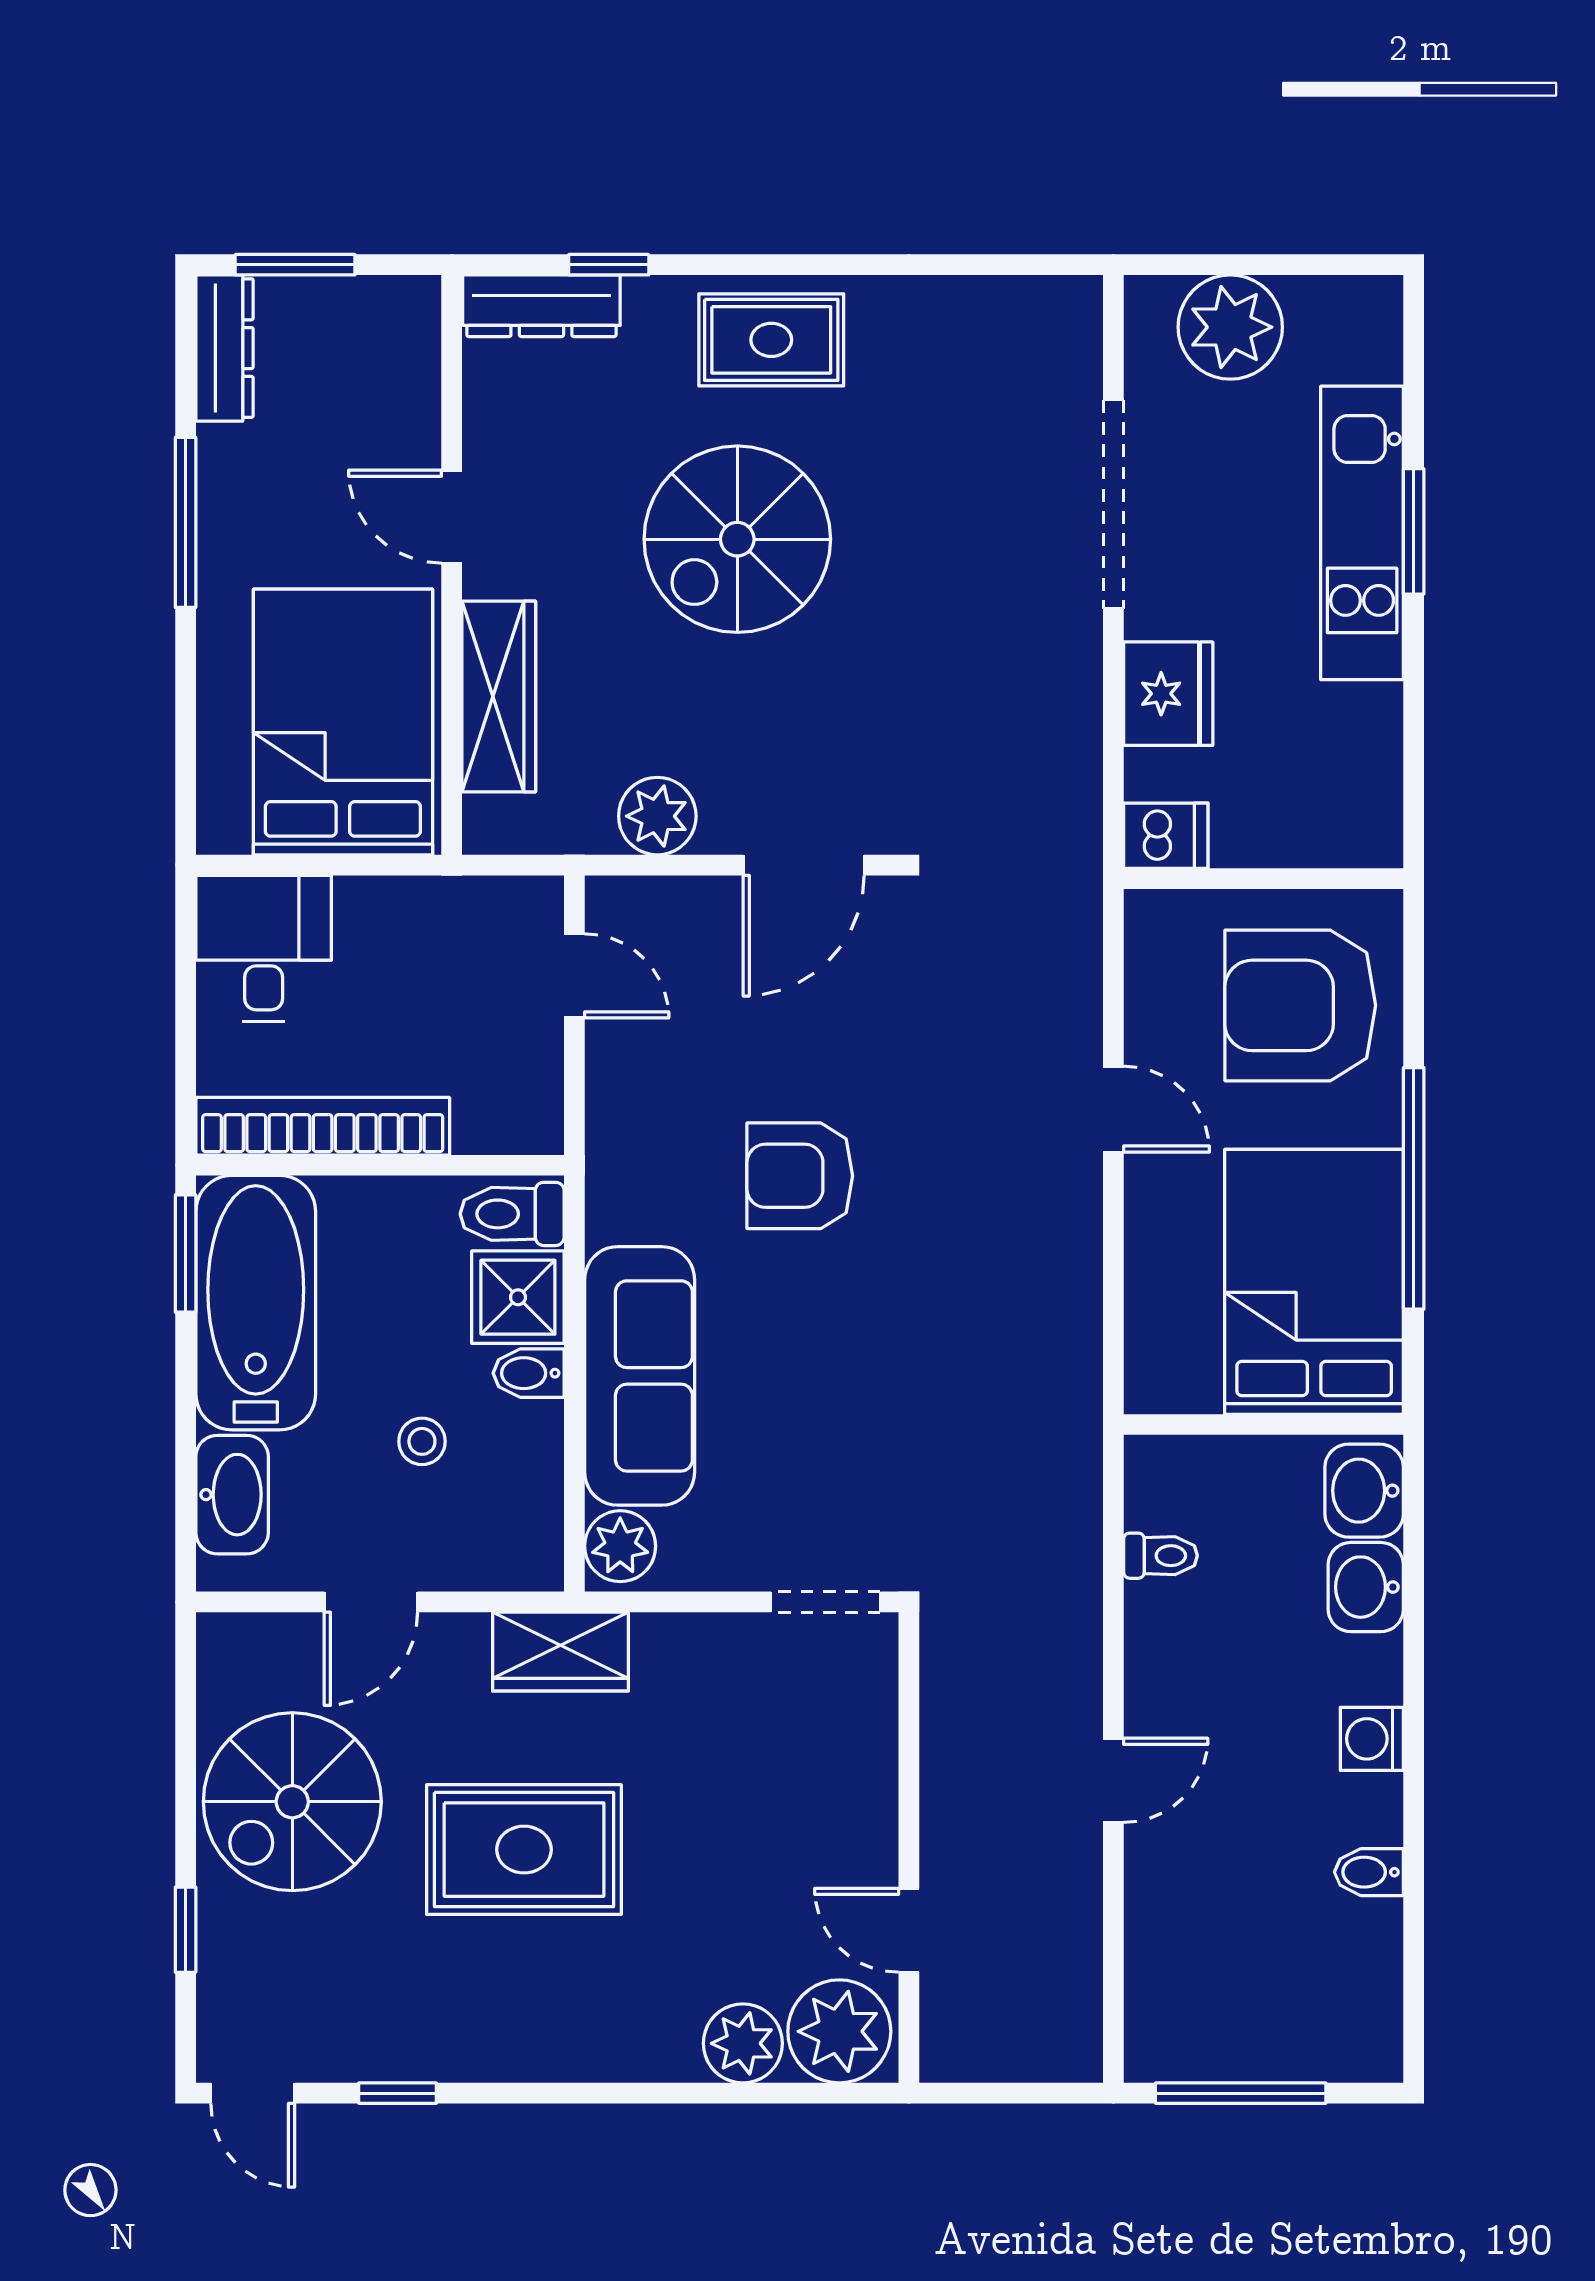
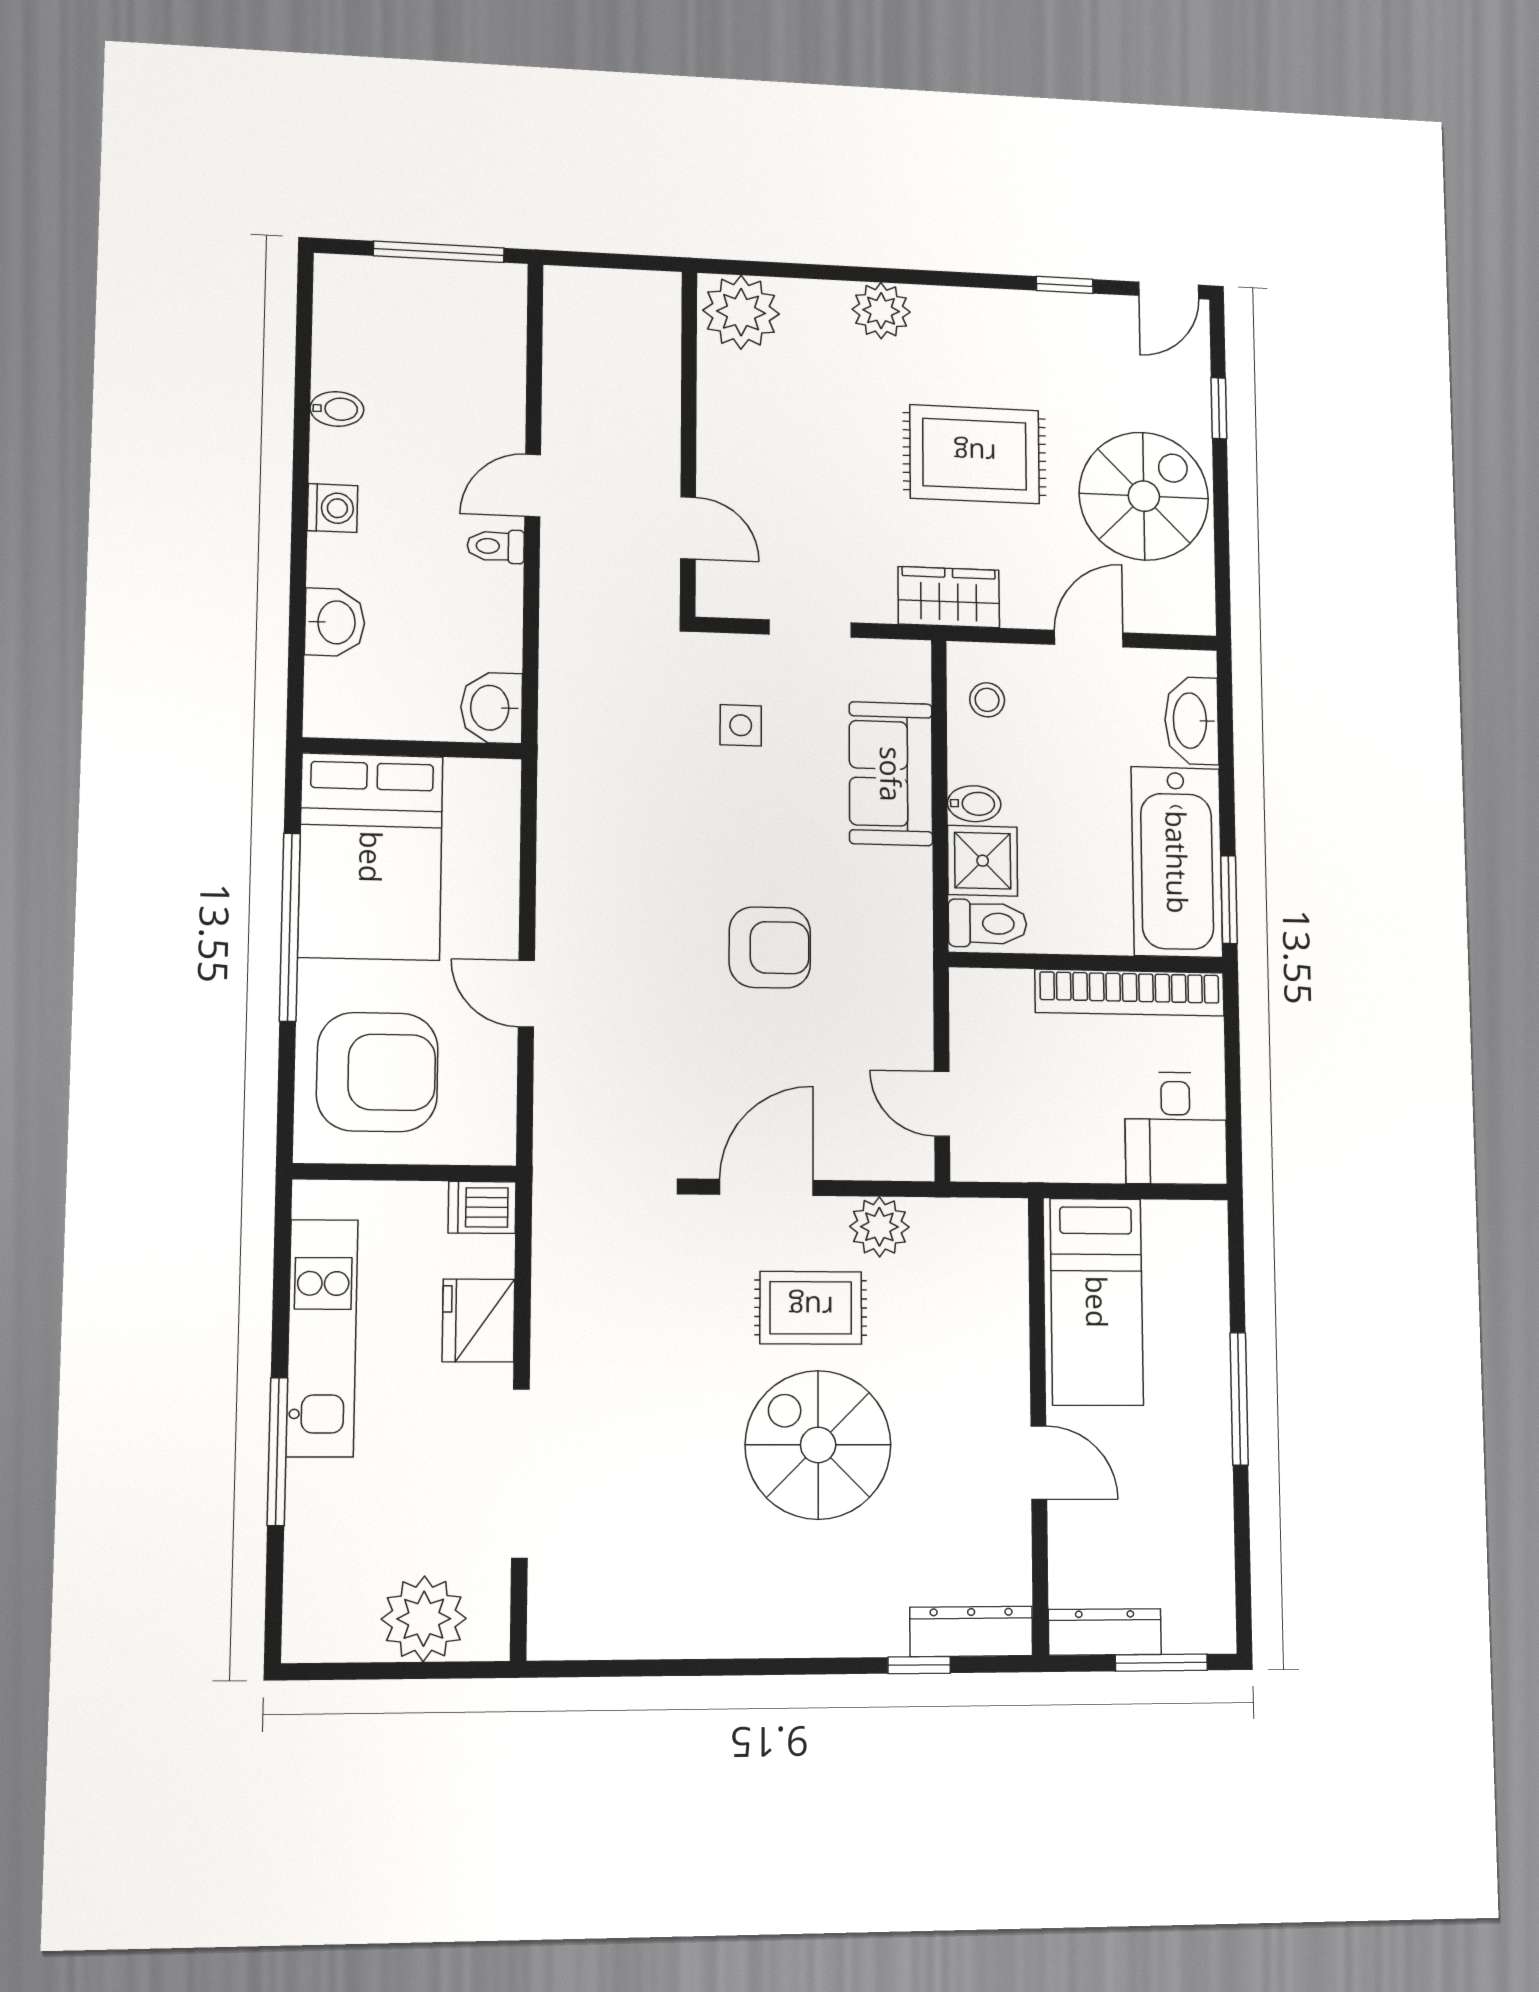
rug: (771, 340) -> (811, 1308), moved
dresser: (224, 348) -> (1105, 1632), moved, turned 90
window: (186, 522) -> (1239, 1399), moved
window: (1414, 531) -> (277, 1452), width x1.44
kitchen unit: (1362, 533) -> (322, 1338), moved
spiral stairs: (737, 539) -> (818, 1445), turned -90
wardrobe: (499, 697) -> (1001, 1321), removed
bed: (343, 722) -> (1097, 1302), width x0.67
sofa: (640, 1376) -> (891, 774), width x0.73
stool: (422, 1441) -> (987, 700), moved
side table: (838, 1469) -> (741, 725), added
washbasin: (1364, 1491) -> (492, 708), moved, turned 180
plant: (620, 1546) -> (905, 673), removed
toilet: (1161, 1556) -> (496, 546), moved
doorway: (826, 1602) -> (810, 628), moved
door: (909, 1930) -> (688, 528), moved
plant: (743, 2043) -> (881, 311), moved
door: (253, 2093) -> (1169, 290), swing flipped

